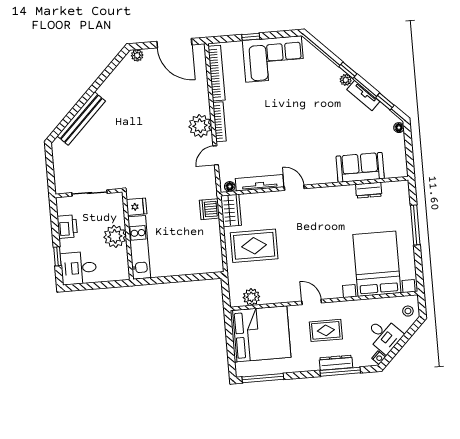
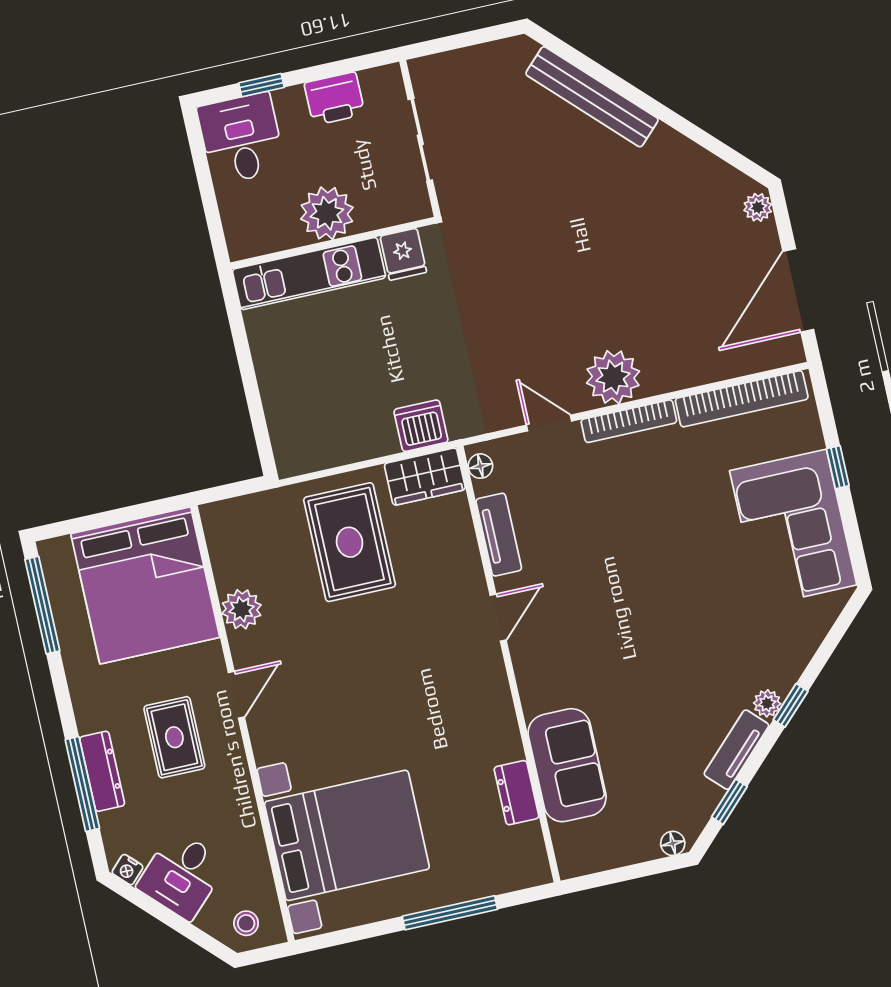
tv unit: (260, 183) -> (499, 535), width x0.71
plant: (251, 297) -> (242, 609), moved

